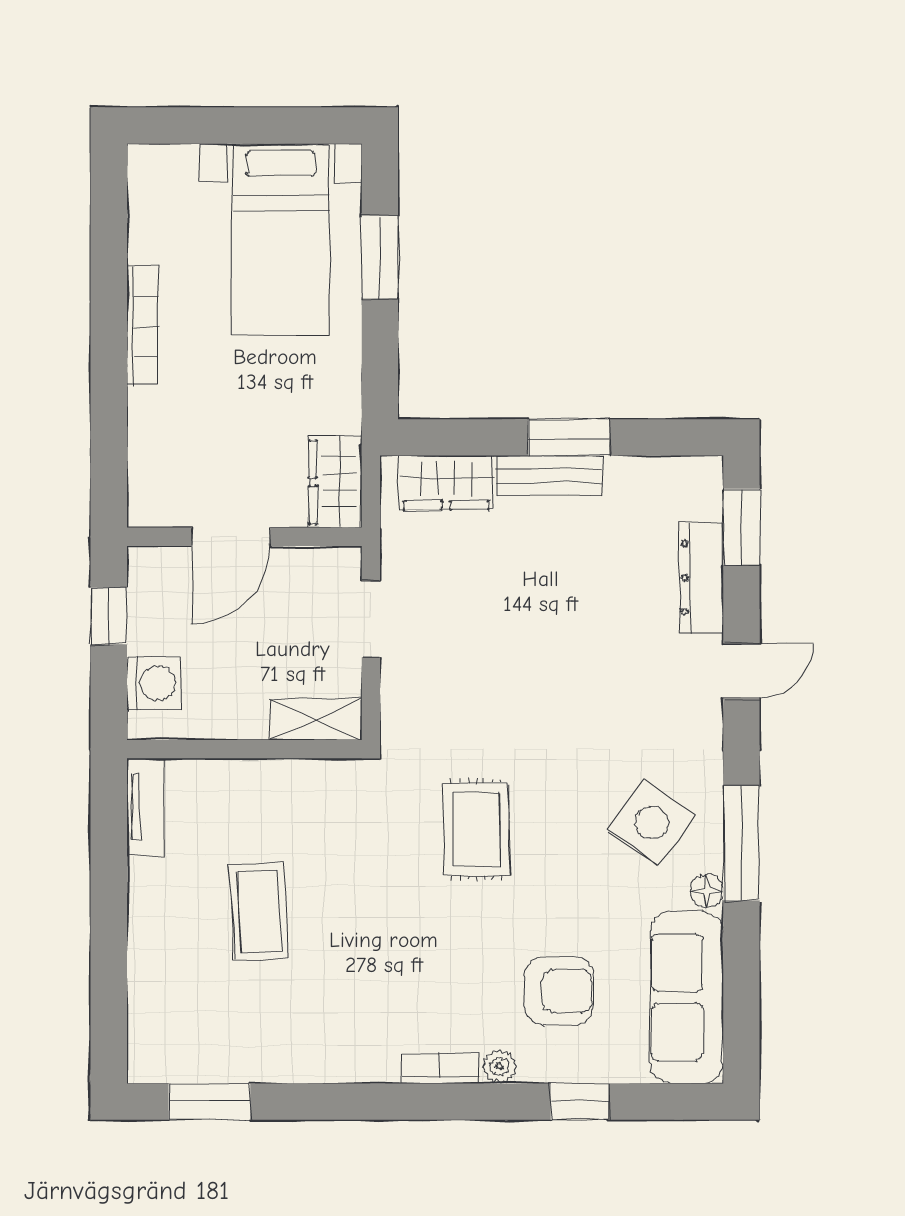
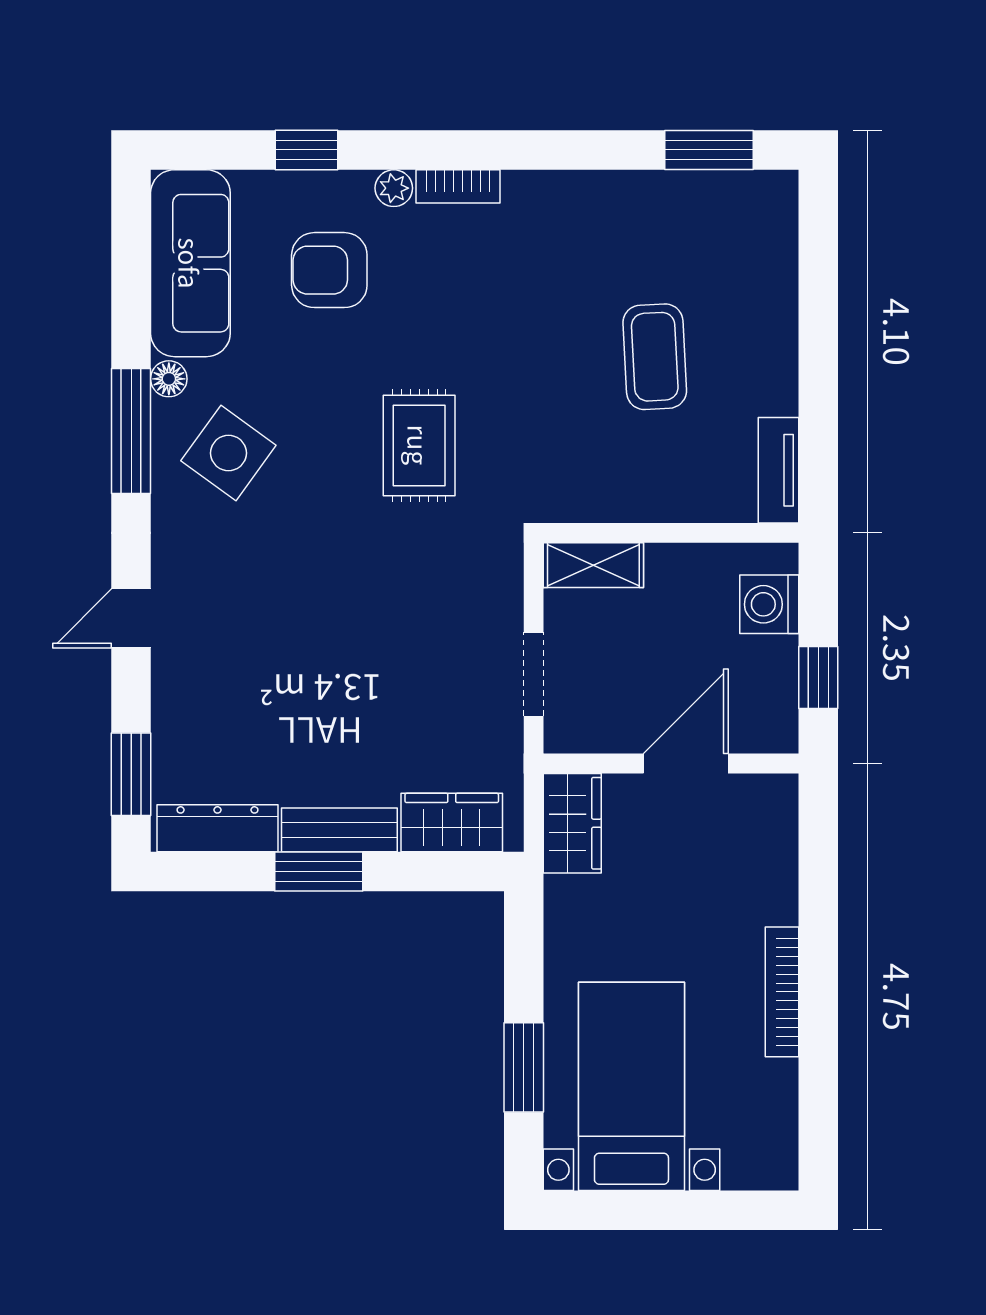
dresser: (702, 578) -> (217, 828), moved, turned -90

